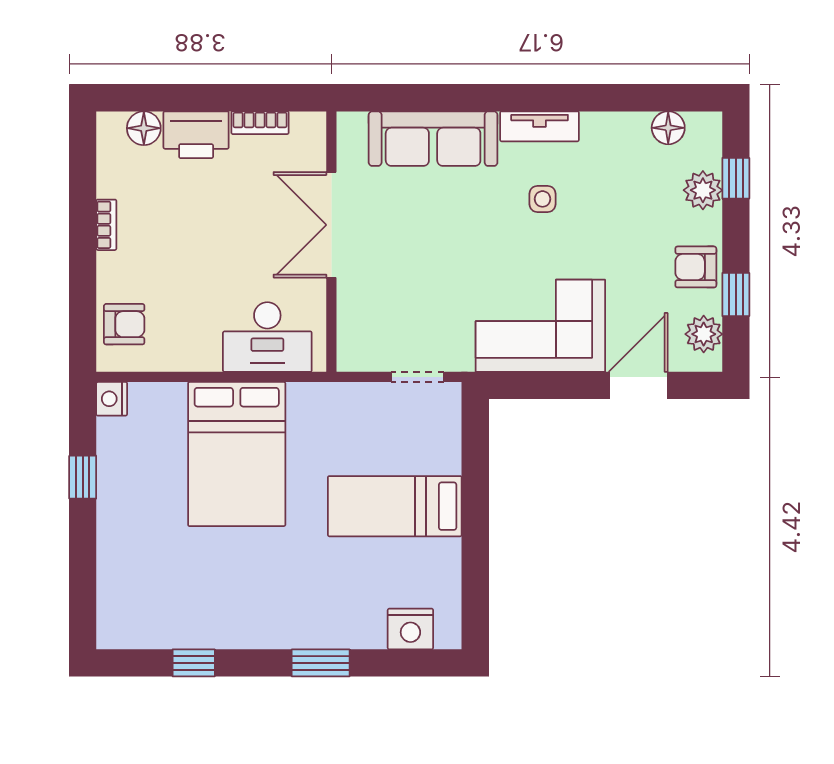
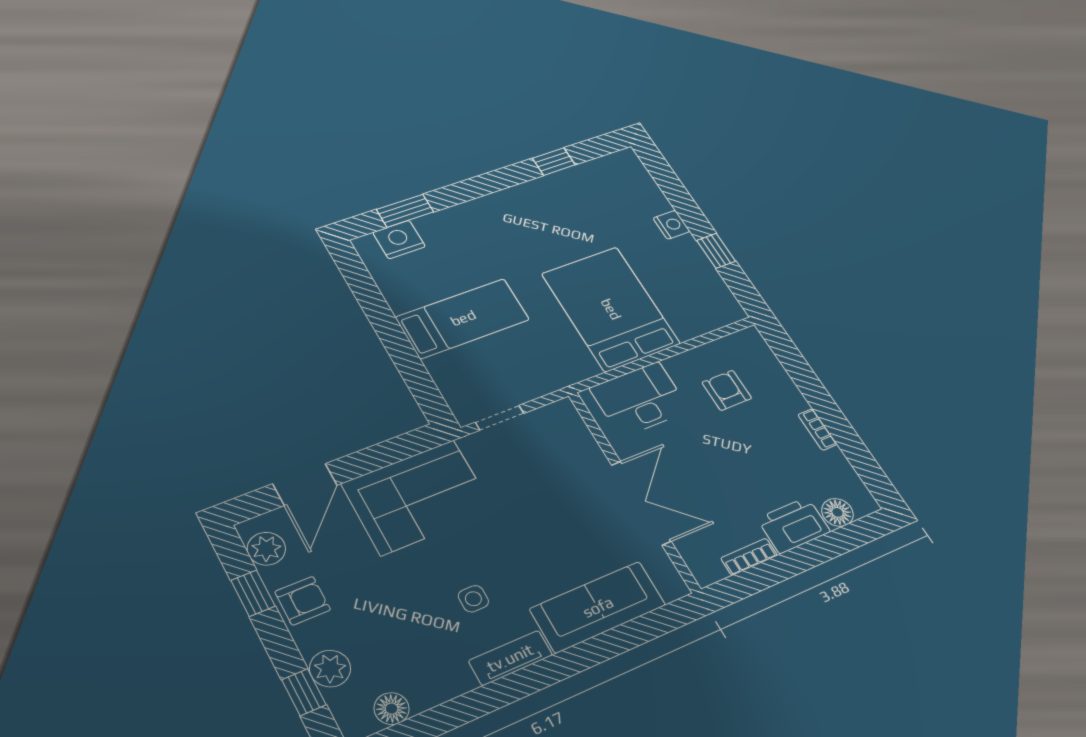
armchair: (124, 324) -> (727, 390), moved, turned 90
nightstand: (112, 399) -> (672, 225), moved
window: (321, 663) -> (405, 211), moved

